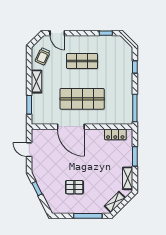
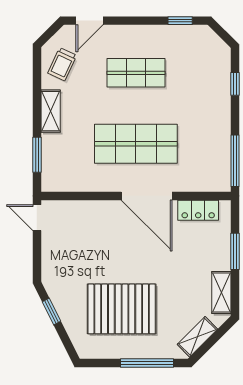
door: (57, 33) -> (89, 21), hinge flipped
door: (71, 127) -> (147, 196), moved
door: (29, 150) -> (37, 218), moved
pallet: (74, 187) -> (122, 309), width x2.05, depth x2.00

